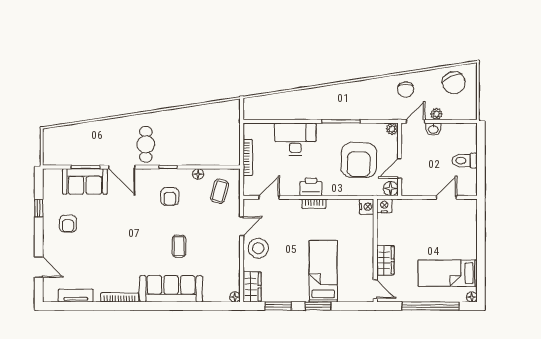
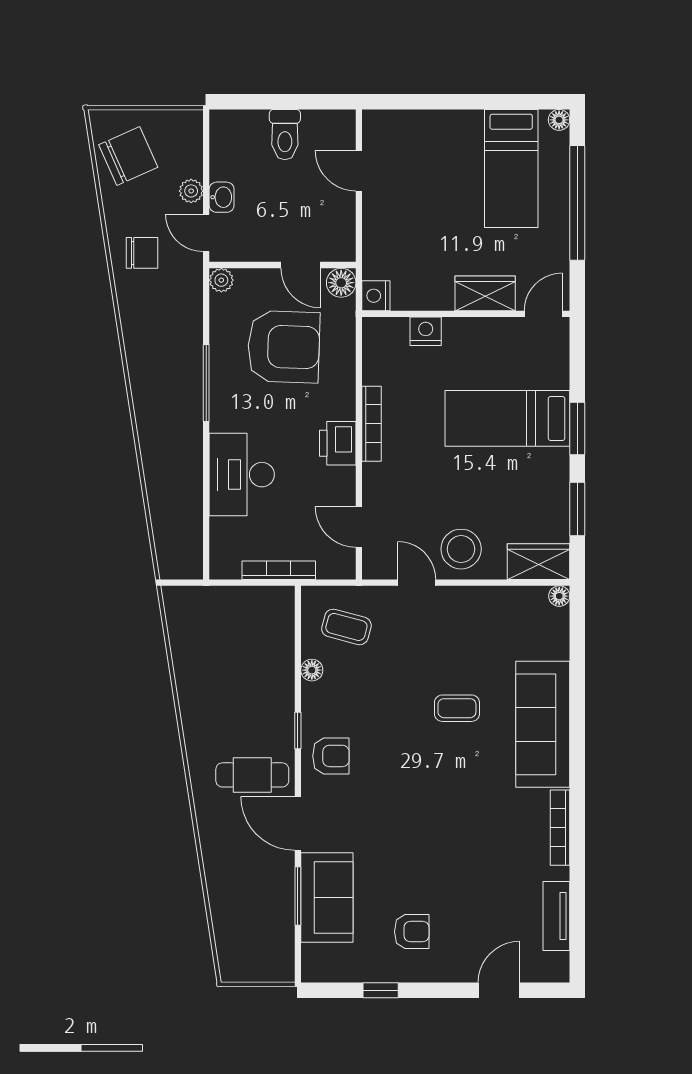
door: (122, 167) -> (298, 824), swing flipped
armchair: (170, 197) -> (331, 756), moved
bookcase: (314, 204) -> (372, 424), width x1.56
nightstand: (367, 207) -> (426, 331), moved

